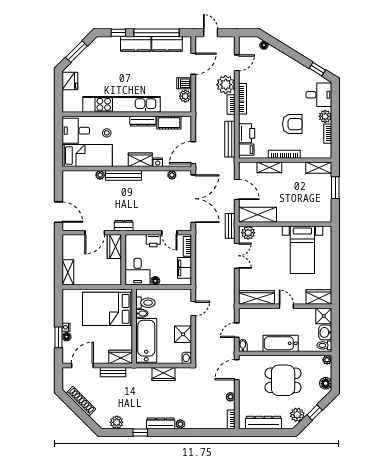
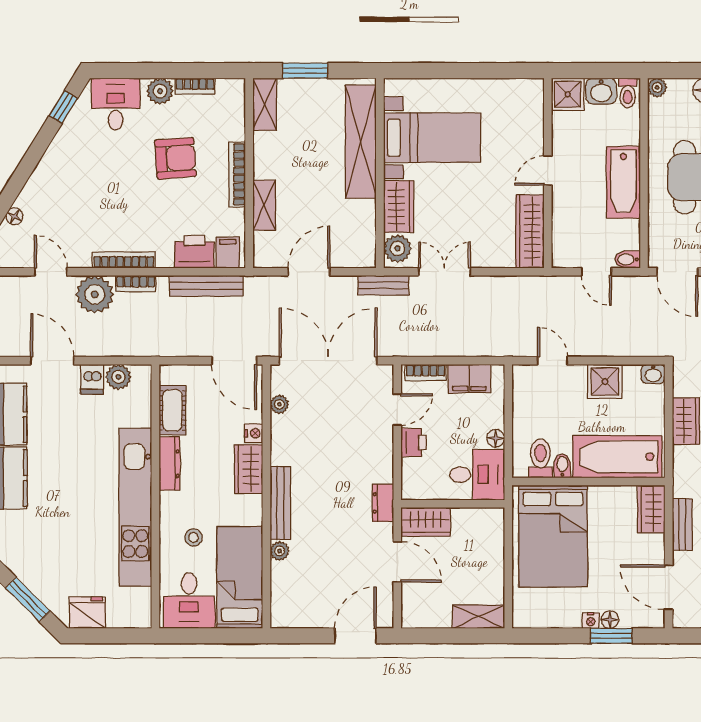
armchair: (292, 124) -> (175, 158), turned 86
shelving: (257, 215) -> (361, 142), moved, width x1.47
wardrobe: (319, 297) -> (399, 207), moved, turned 180

